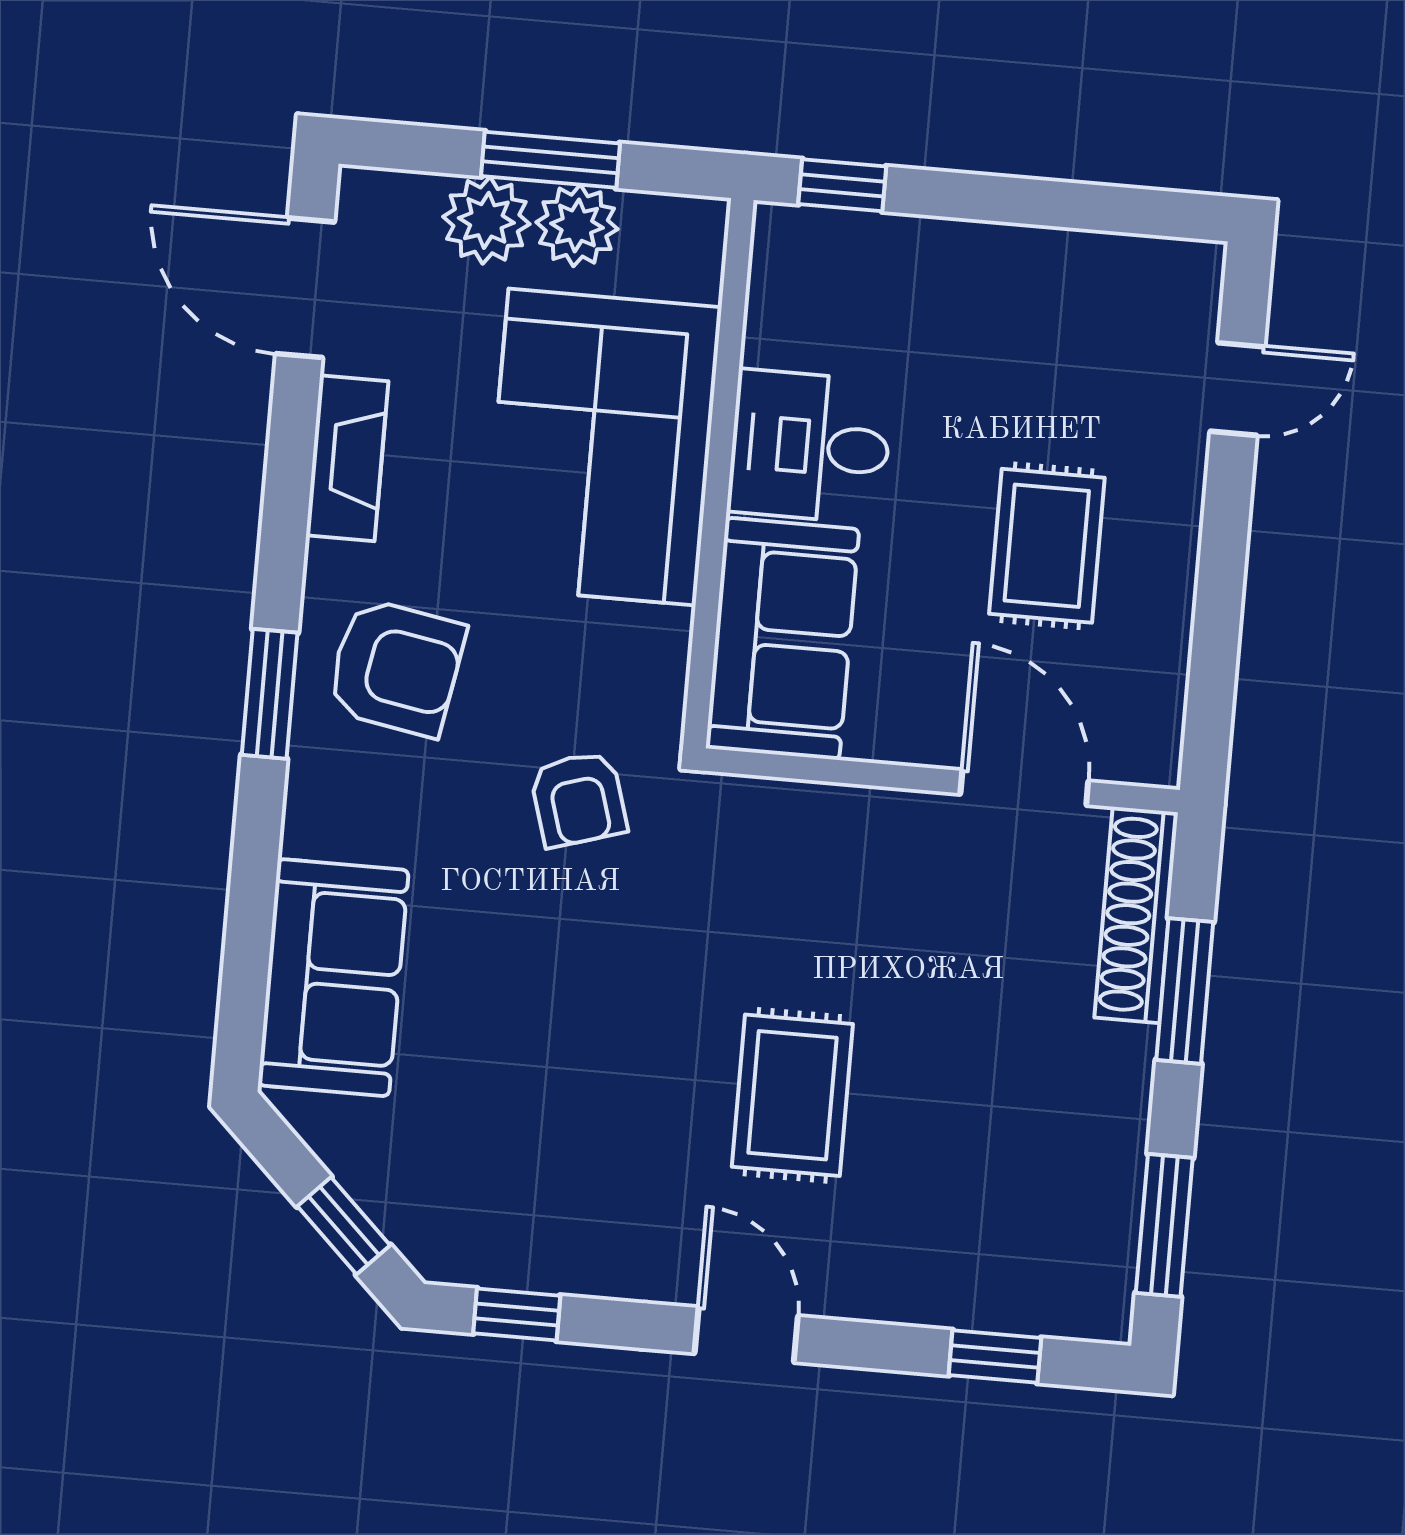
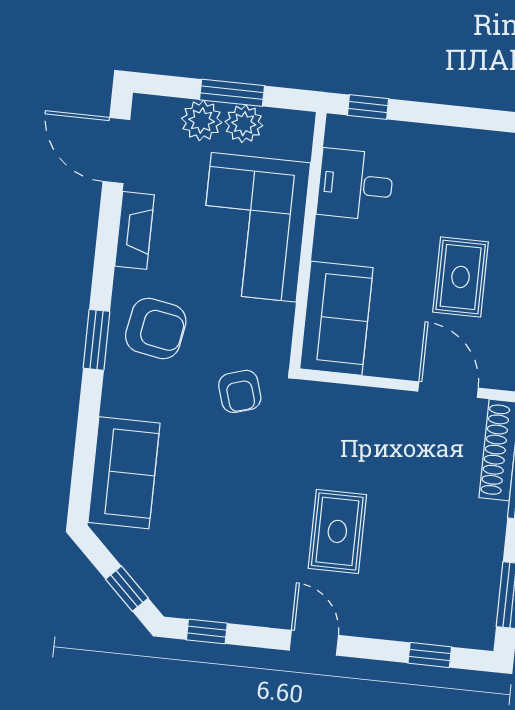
desk: (810, 446) -> (355, 185), moved

